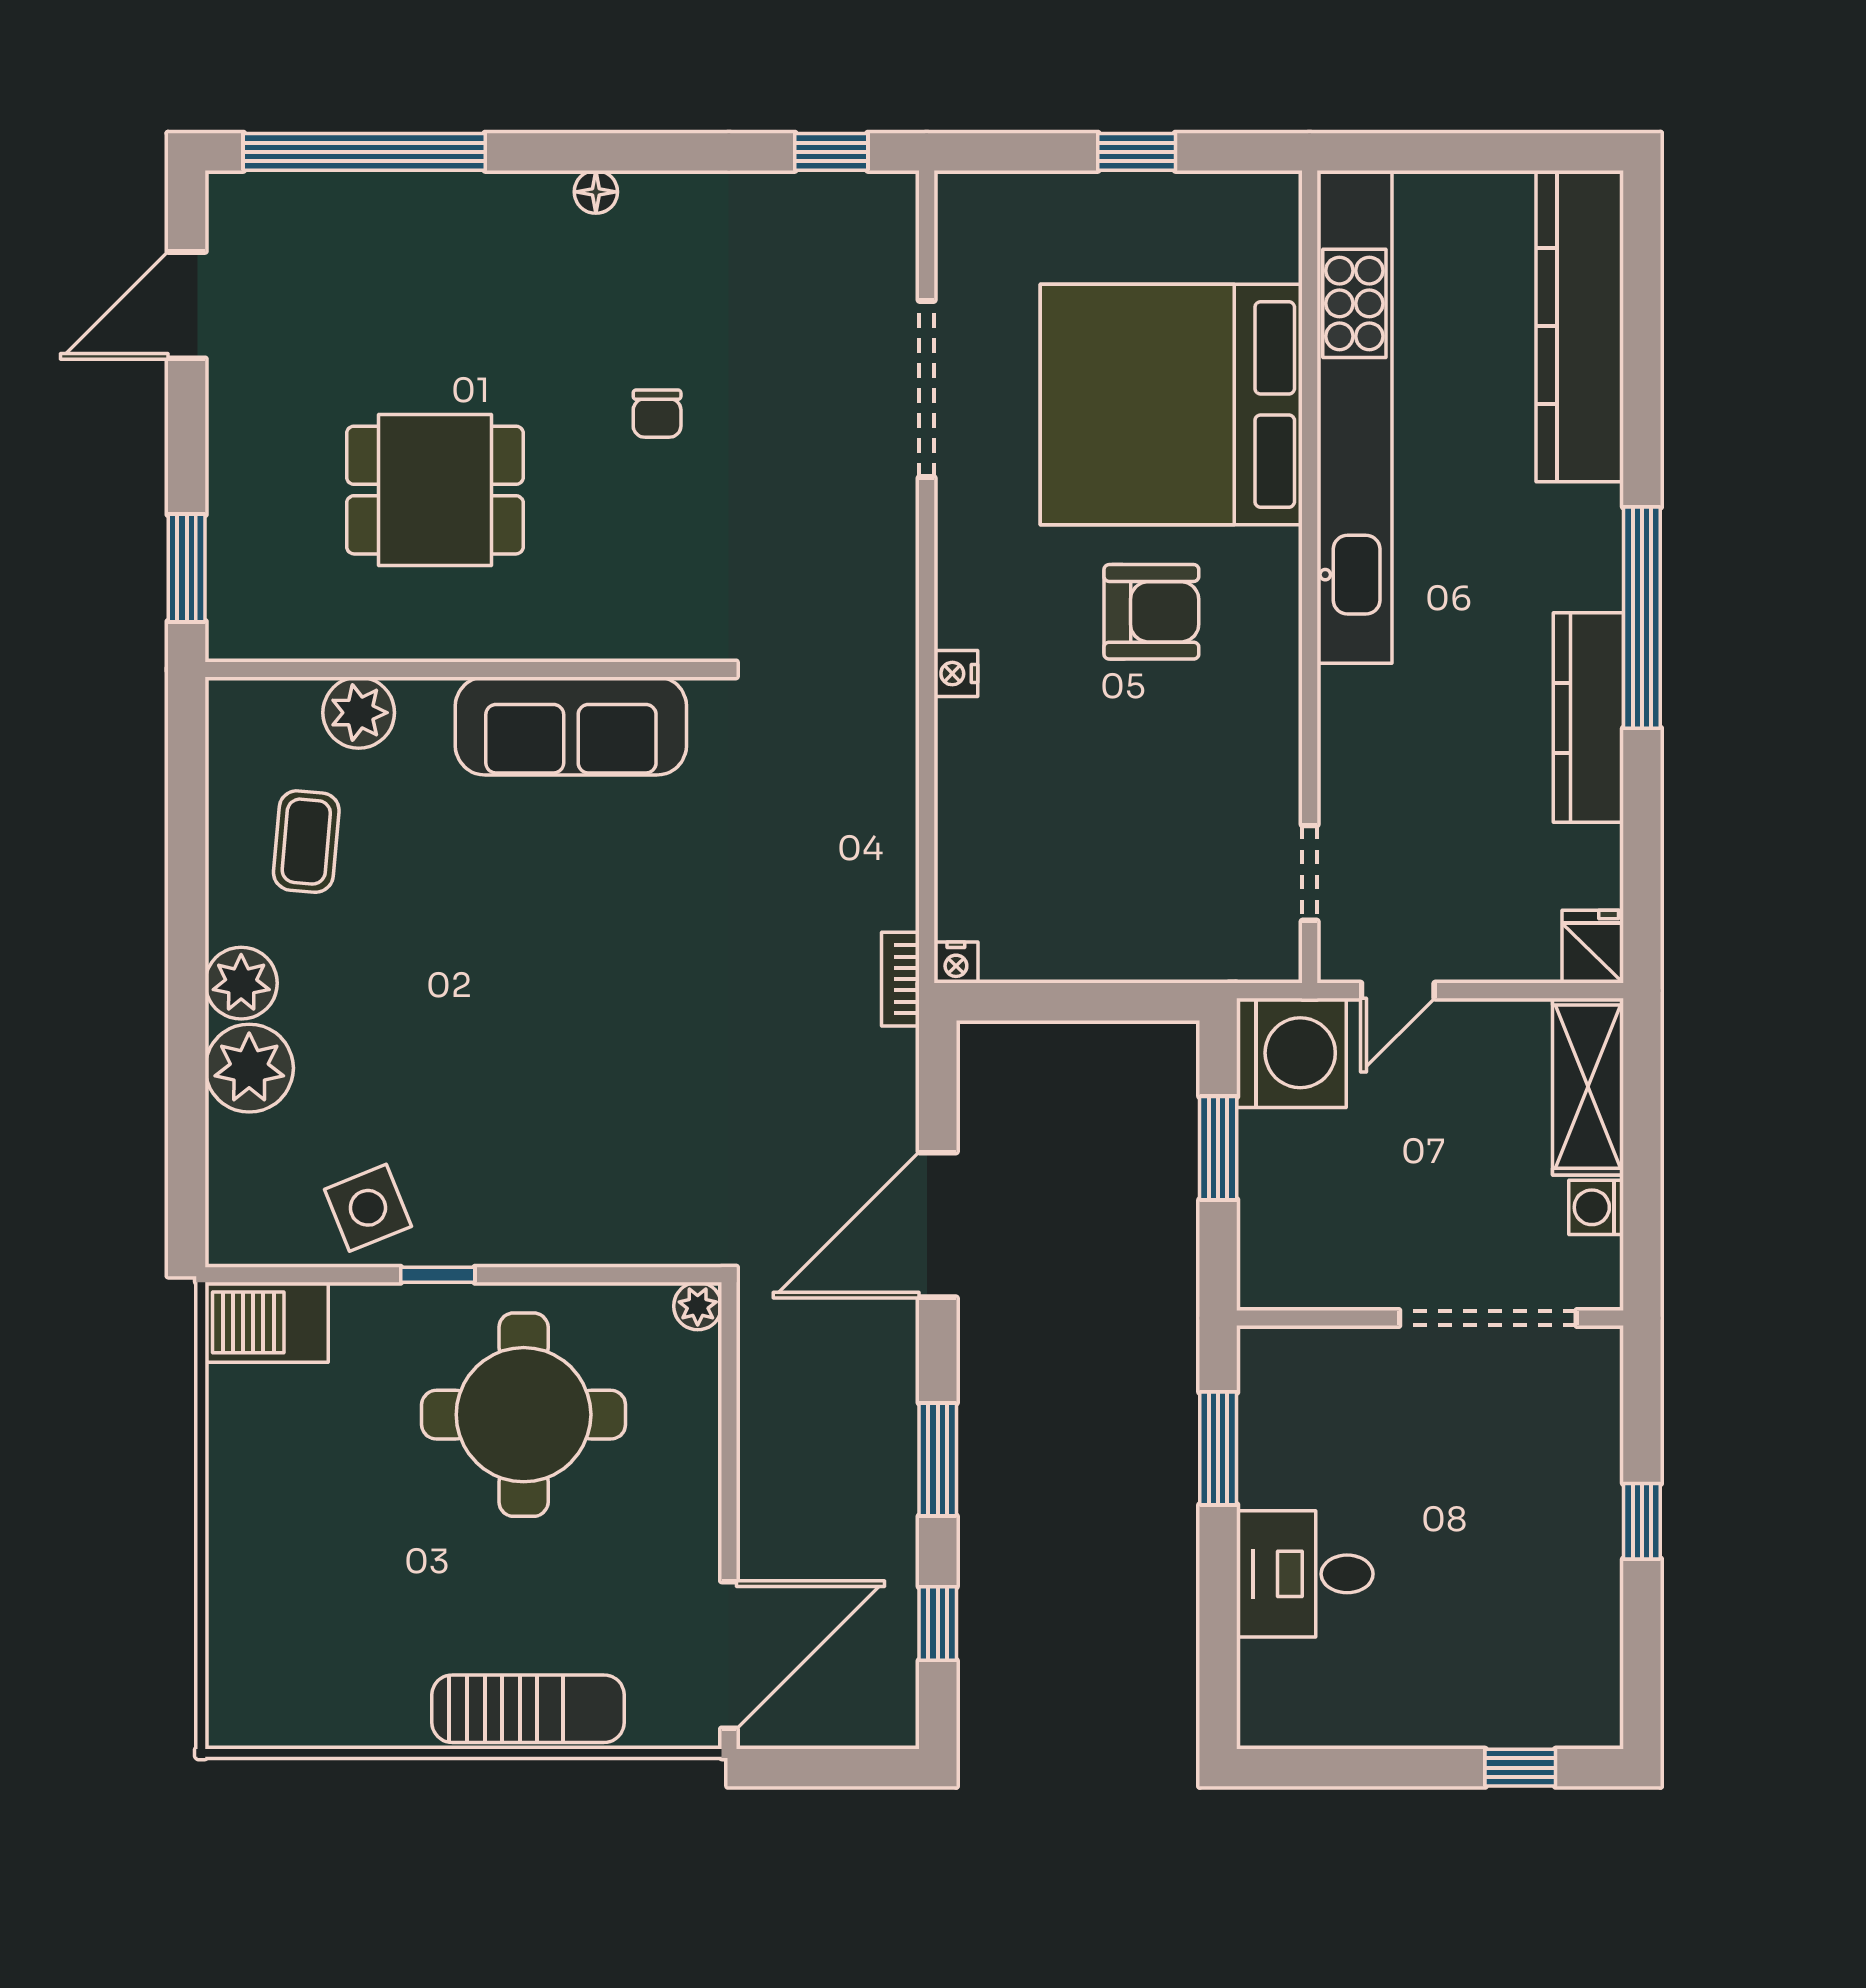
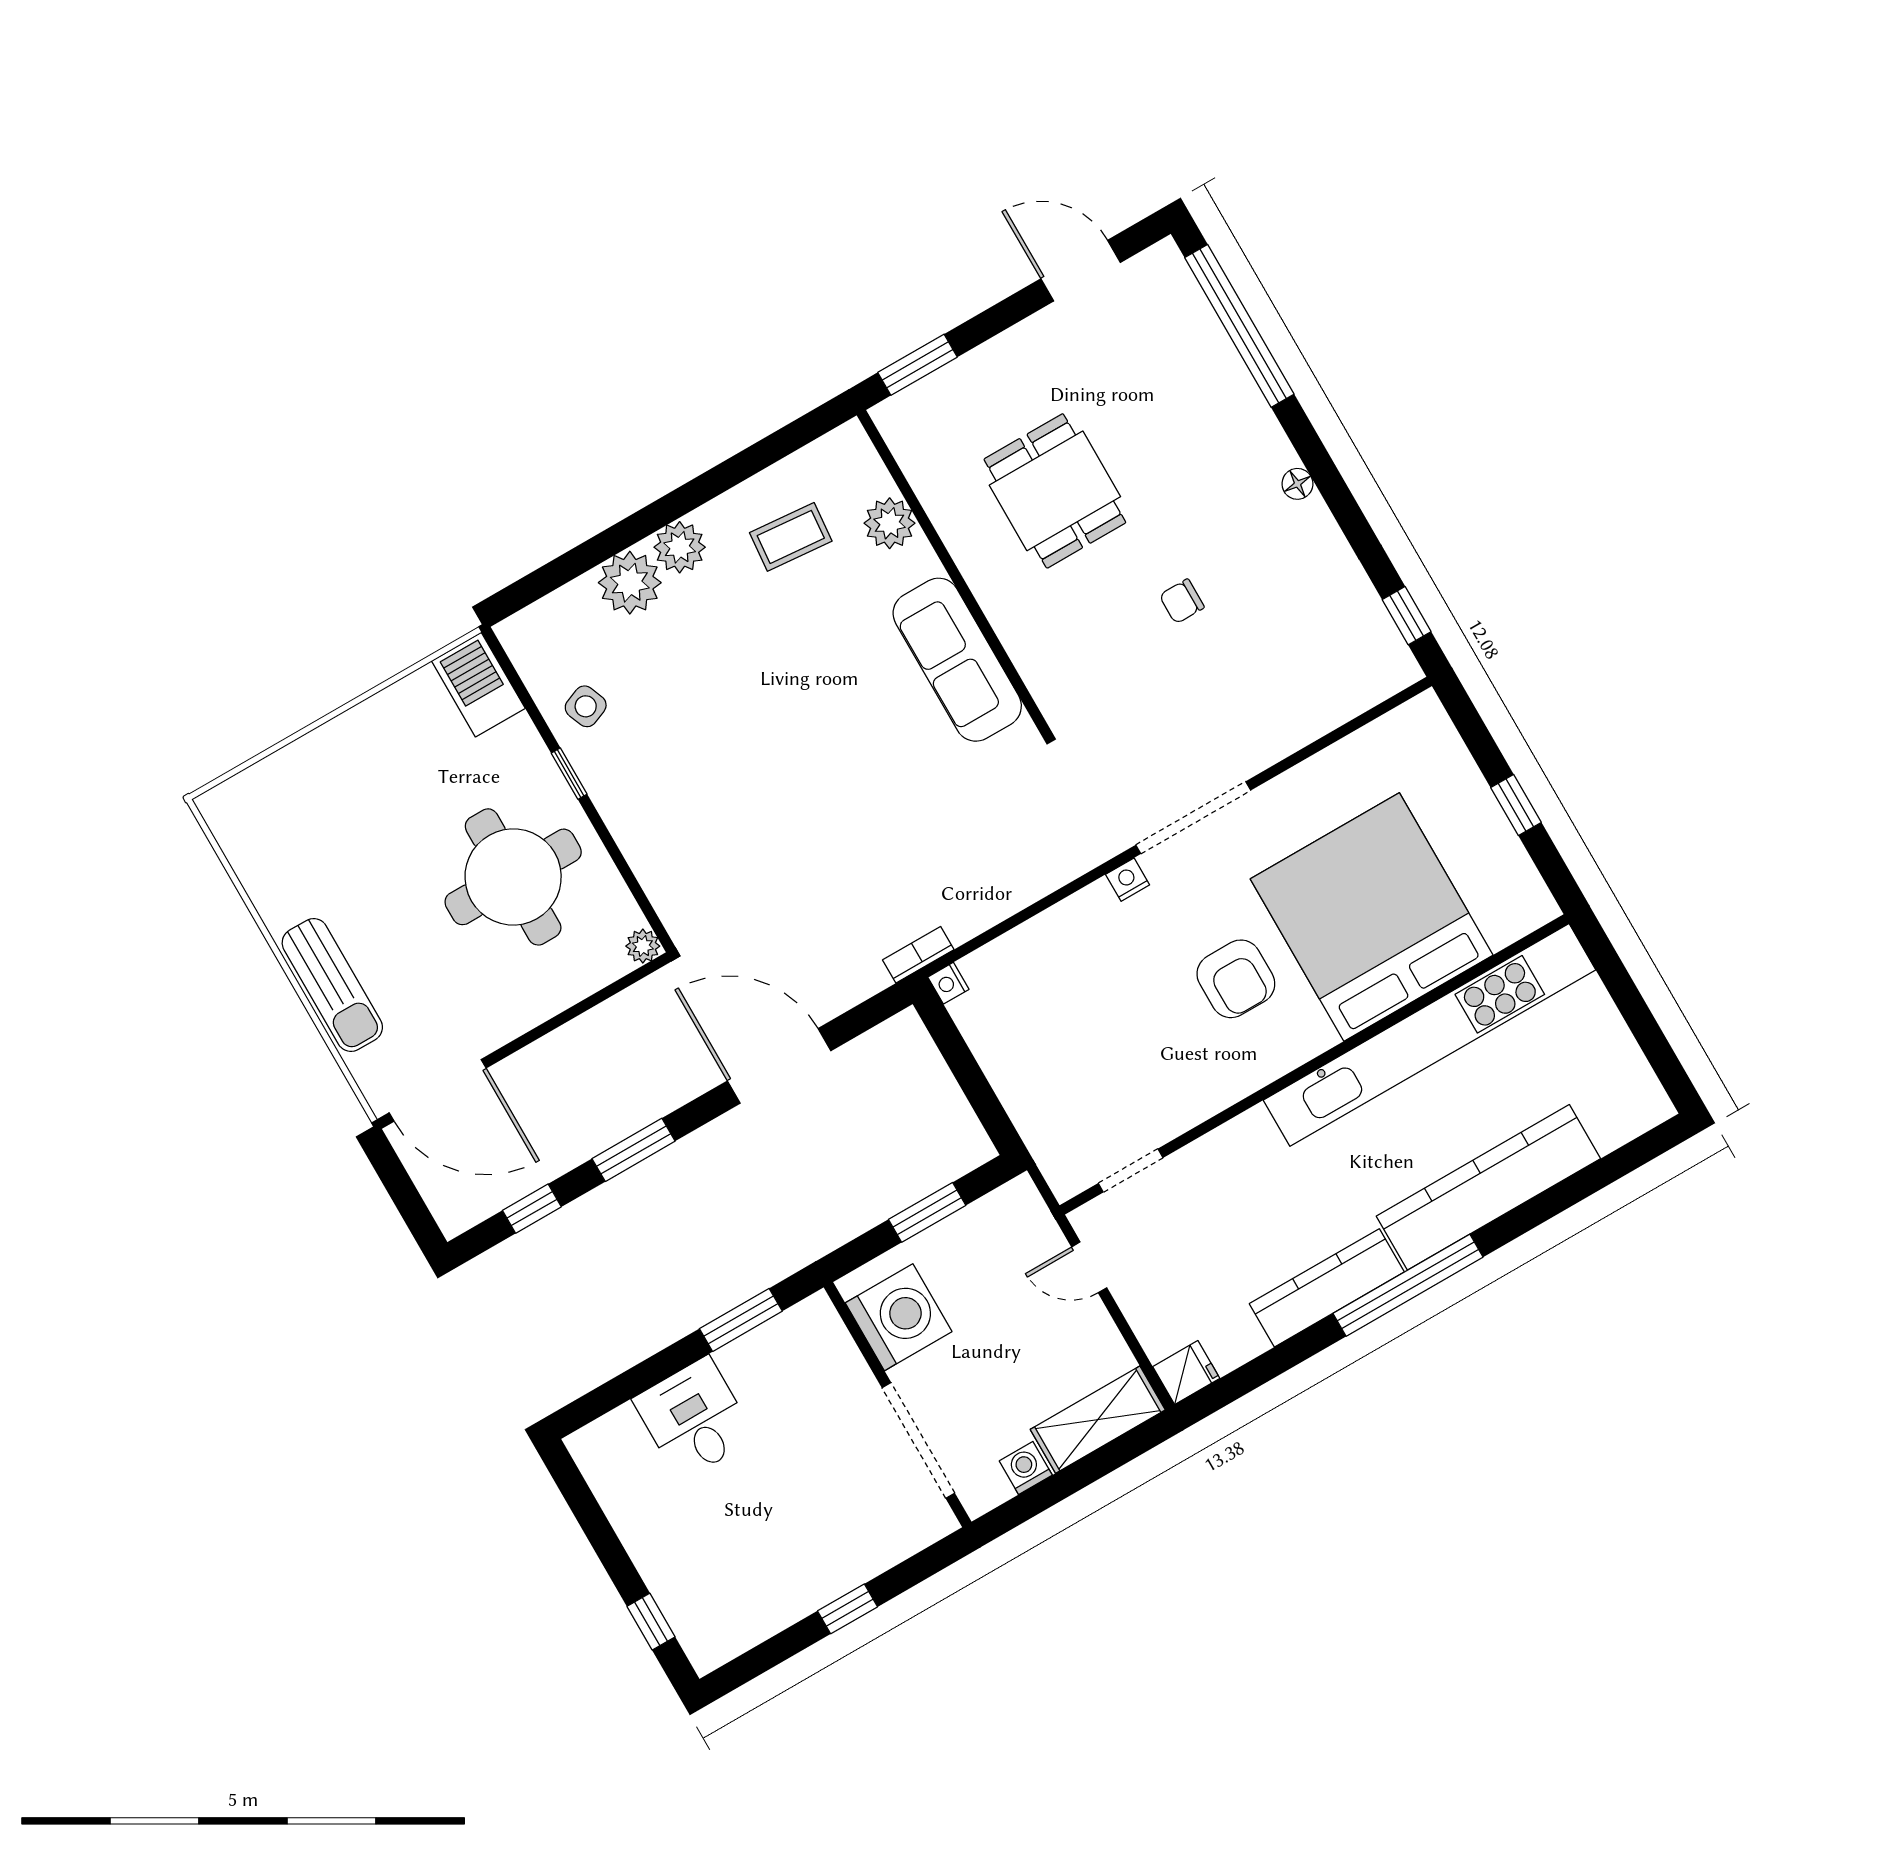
kitchen counter: (1580, 326) -> (1488, 1187), moved
doorway: (927, 389) -> (1193, 818), moved
washing machine: (1291, 1053) -> (899, 1317), moved, turned -90
side table: (368, 1208) -> (586, 706), width x0.73, depth x0.73

